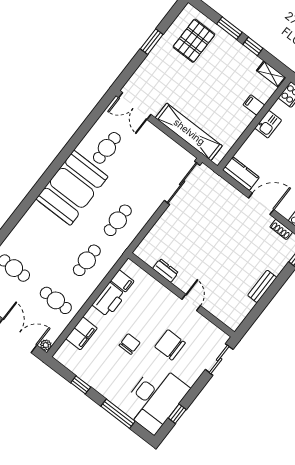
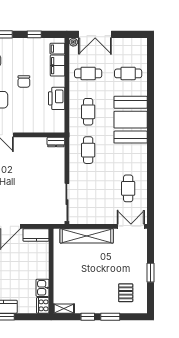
pallet: (194, 41) -> (126, 293), width x0.67, depth x0.71
filing cabinet: (254, 105) -> (60, 282), removed
kitchen sink: (268, 124) -> (43, 288), moved
booth: (72, 188) -> (131, 120), moved
dresser: (165, 271) -> (56, 142), moved
filing cabinet: (122, 281) -> (57, 49), moved

